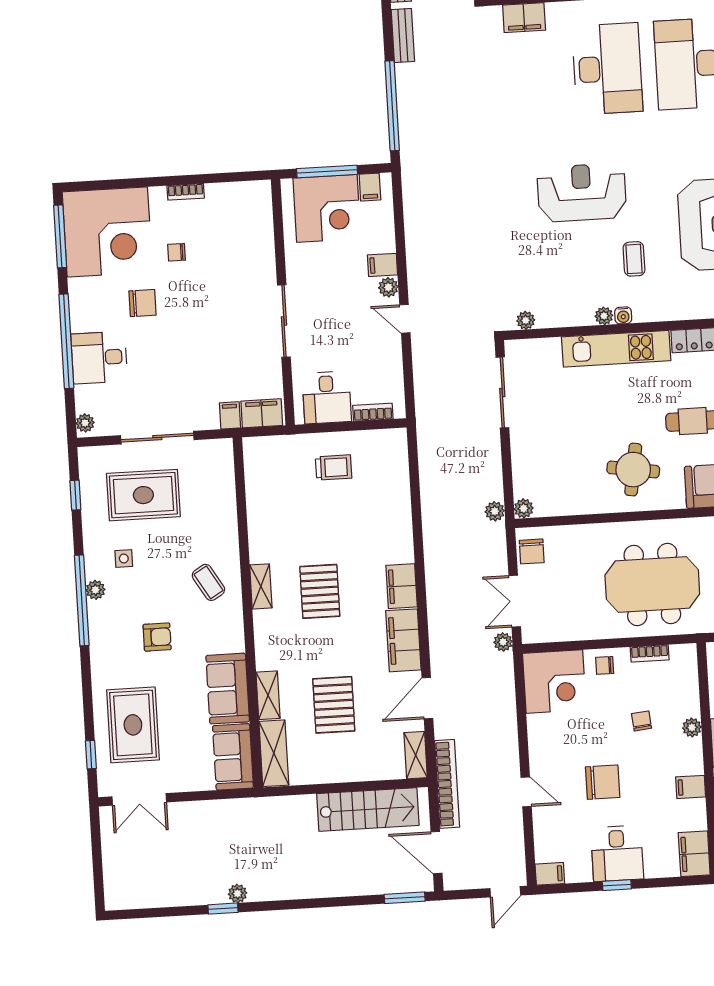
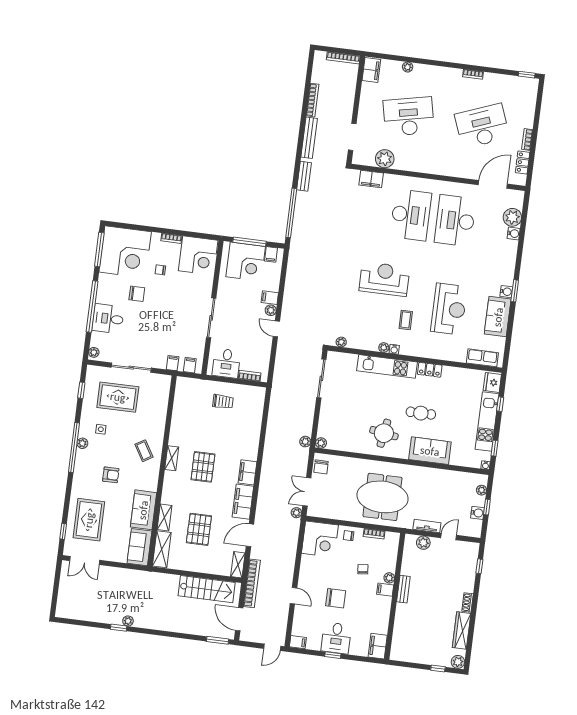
corner desk: (239, 214) -> (198, 255), added
filing cabinet: (262, 413) -> (190, 365), width x0.50
filing cabinet: (691, 787) -> (385, 590), moved

